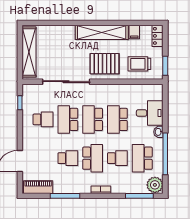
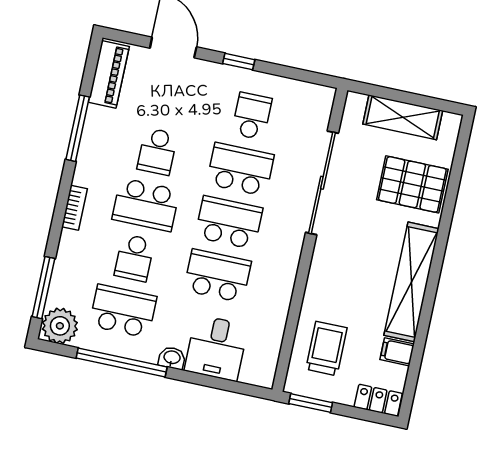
shelving: (29, 52) -> (403, 117), width x0.68
pallet: (105, 64) -> (412, 184), moved, turned 90
window: (20, 103) -> (239, 62), moved
school desk: (43, 119) -> (252, 116), turned 180

